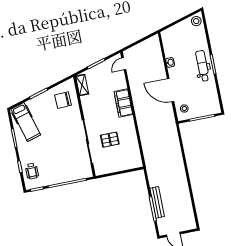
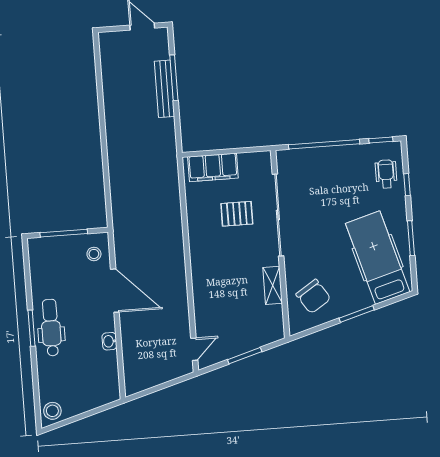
dental chair: (203, 66) -> (51, 328), turned 180
shelving: (82, 85) -> (273, 285), moved
chair: (63, 100) -> (313, 296), turned 59
filing cabinet: (123, 103) -> (213, 167), moved, turned 90
hospital bed: (26, 122) -> (378, 258), width x1.37, depth x1.29

